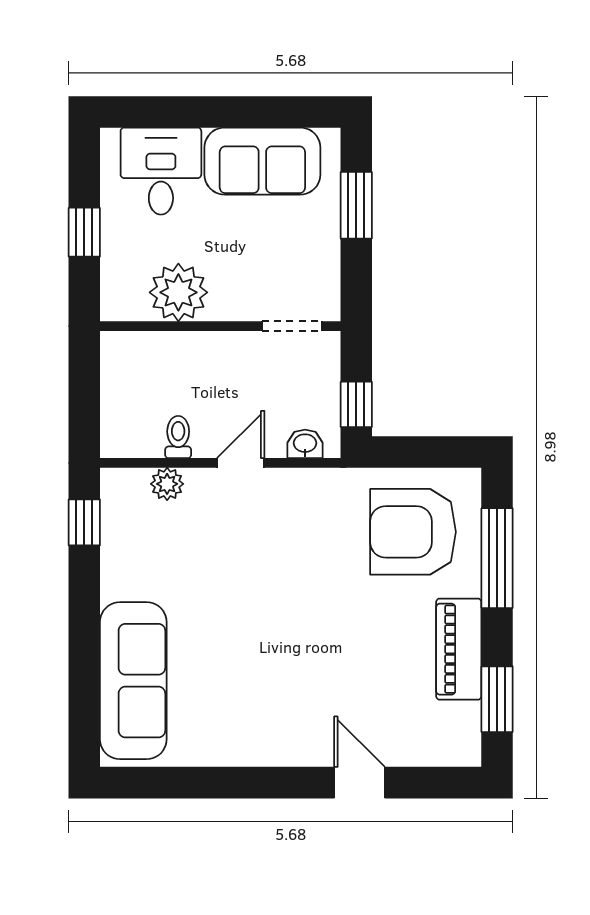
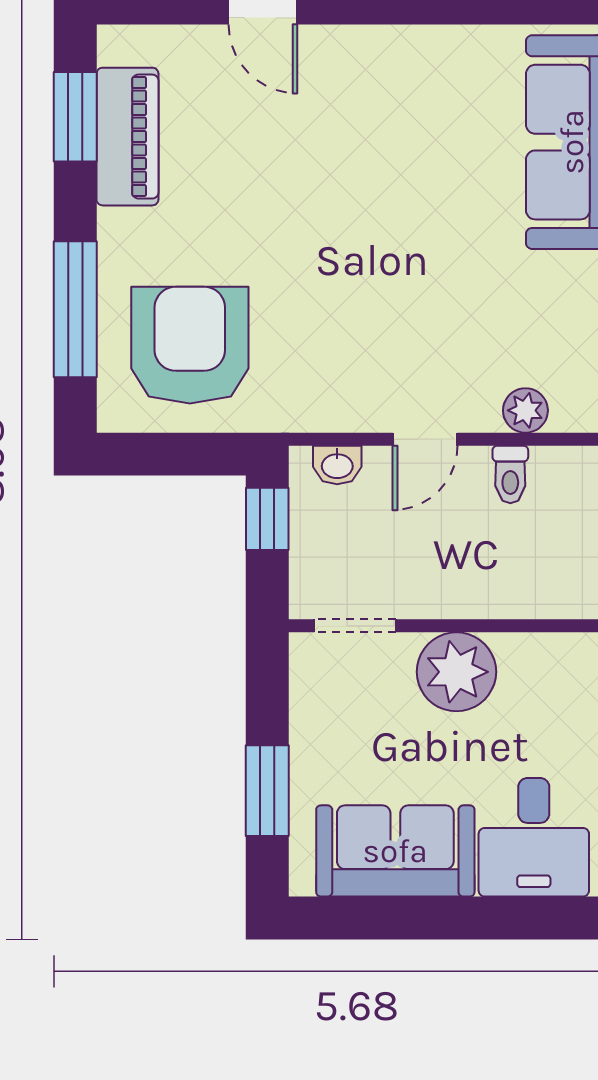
plant: (178, 292) -> (456, 672), moved
armchair: (413, 532) -> (190, 345), turned -90
piano: (459, 649) -> (127, 137), moved

